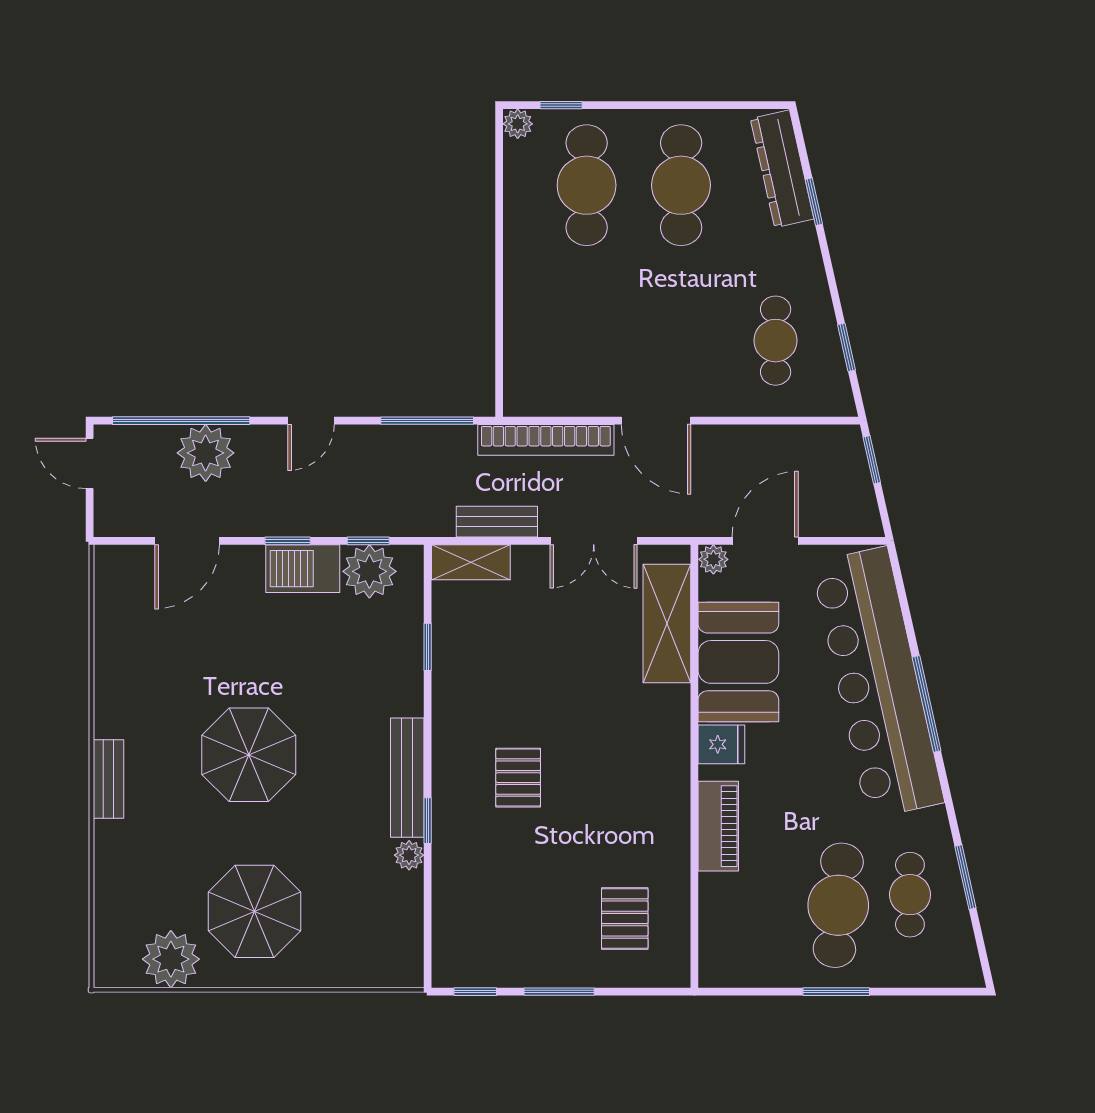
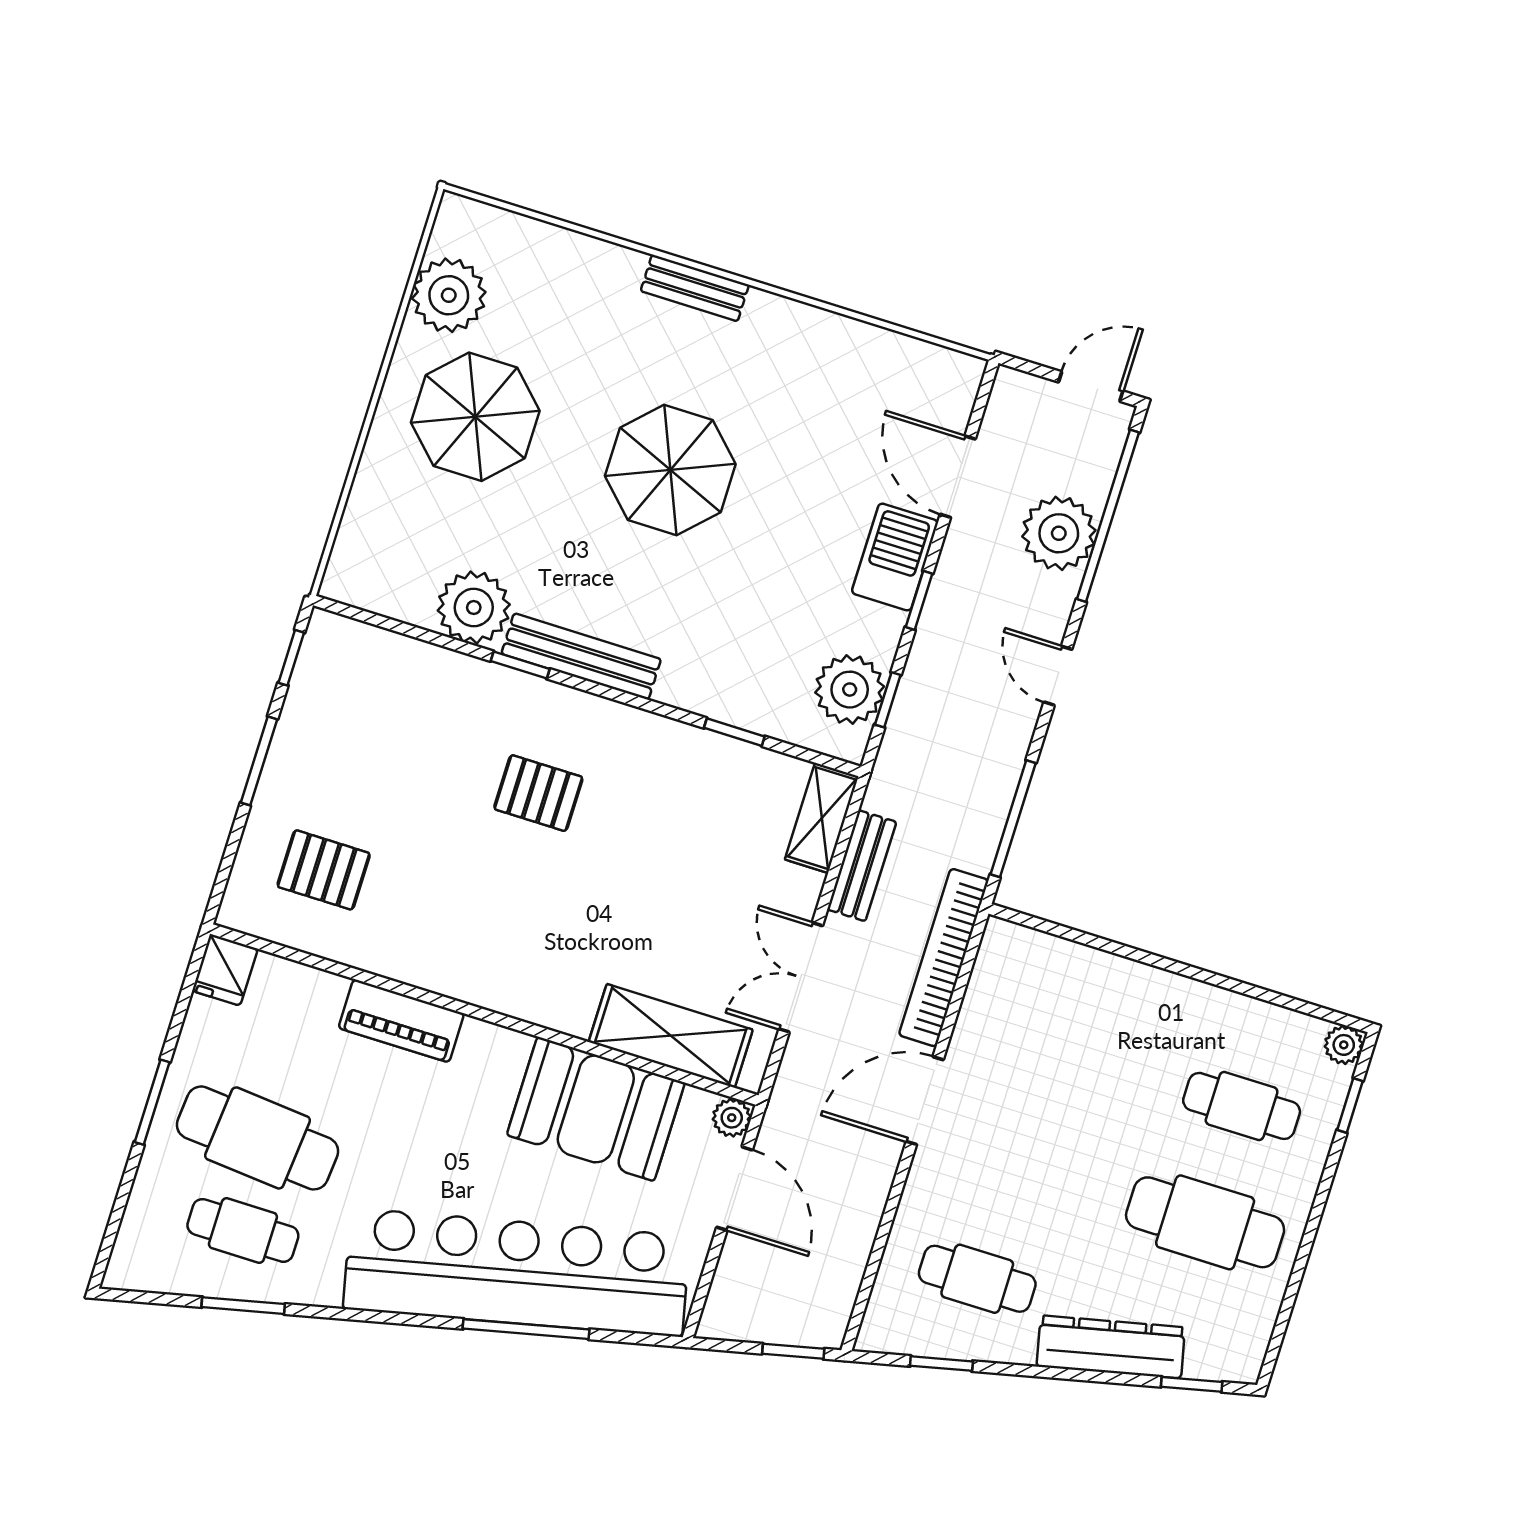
dresser: (782, 169) -> (1111, 1347), moved
cafe table: (587, 185) -> (1242, 1106), width x0.73, depth x0.74
window: (814, 202) -> (1192, 1384), moved
barbecue: (303, 569) -> (895, 557), moved
window: (927, 704) -> (526, 1329), moved
fridge: (721, 744) -> (225, 970), moved
plant: (409, 855) -> (474, 607), width x1.88, depth x1.88

